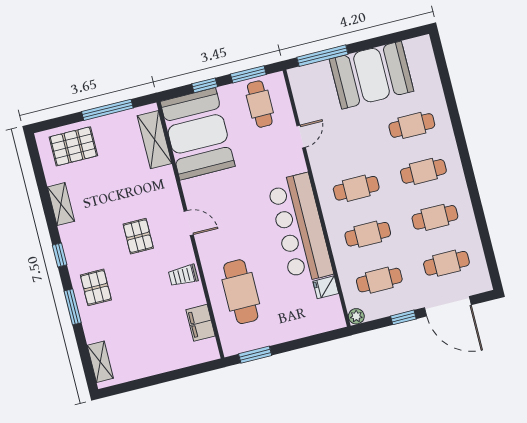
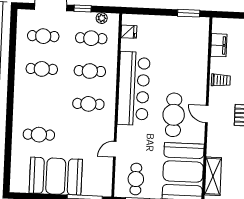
cafe table: (423, 171) -> (40, 102), removed
fridge: (326, 287) -> (129, 32), moved
cafe table: (241, 292) -> (174, 115), moved
plant: (356, 316) -> (102, 18), moved

